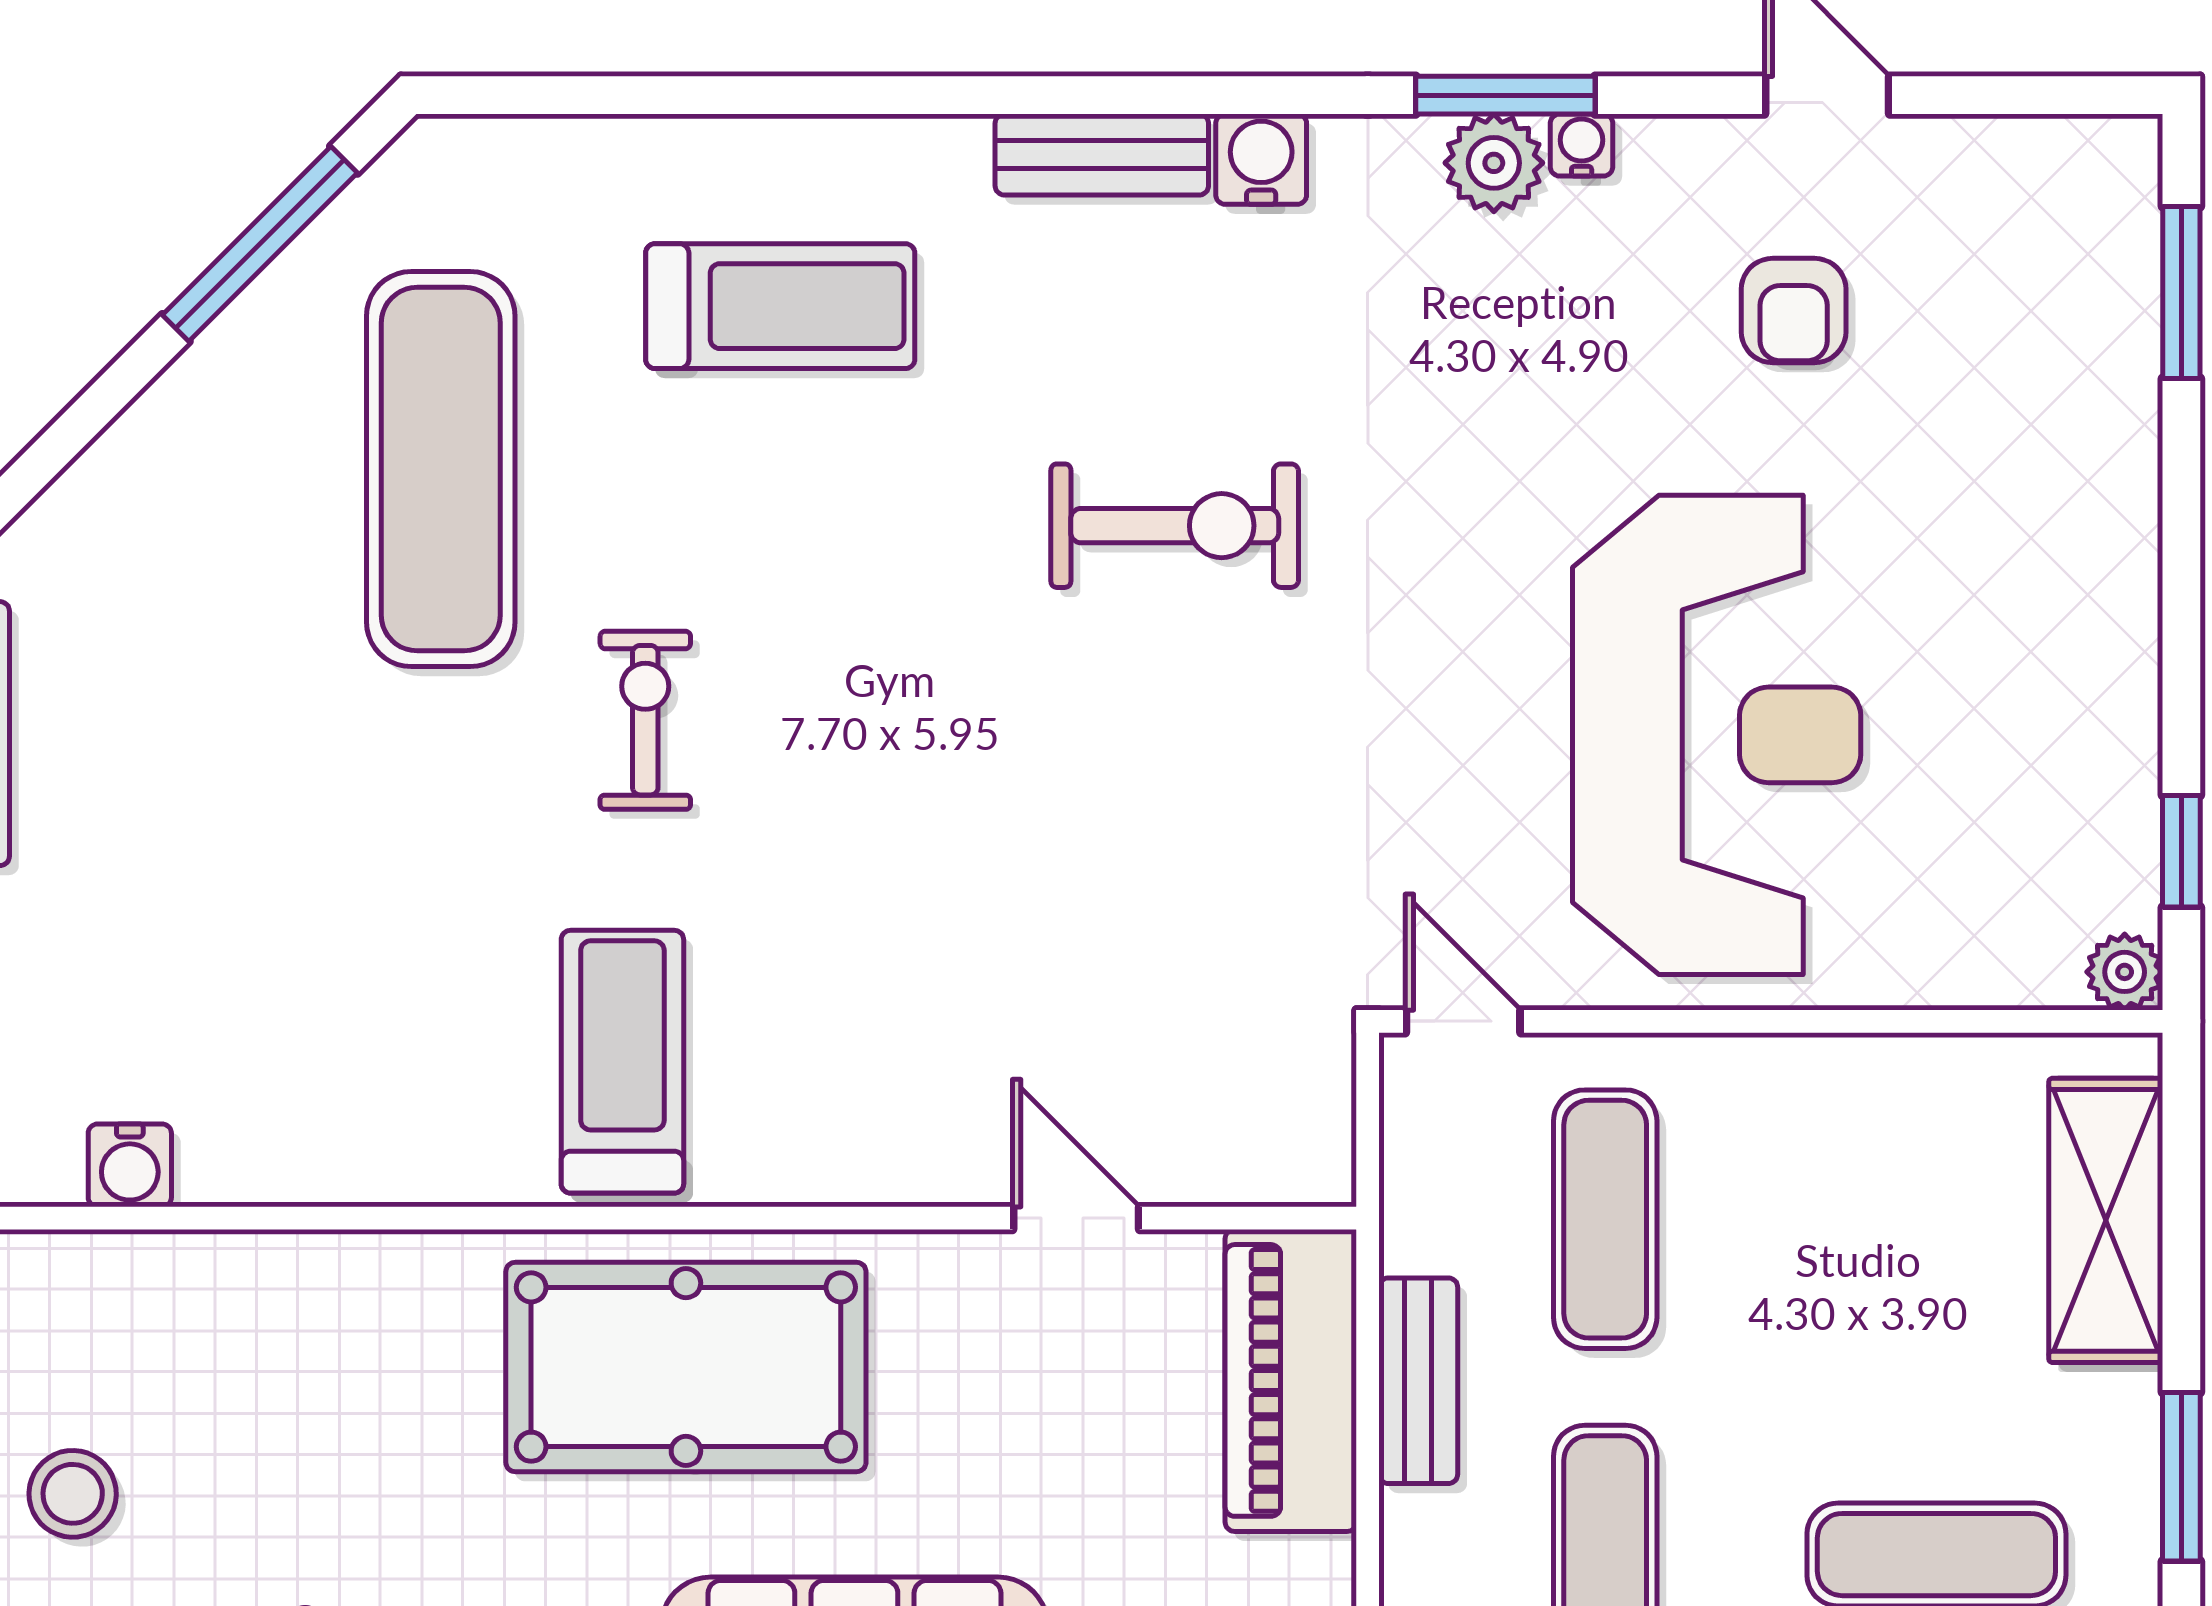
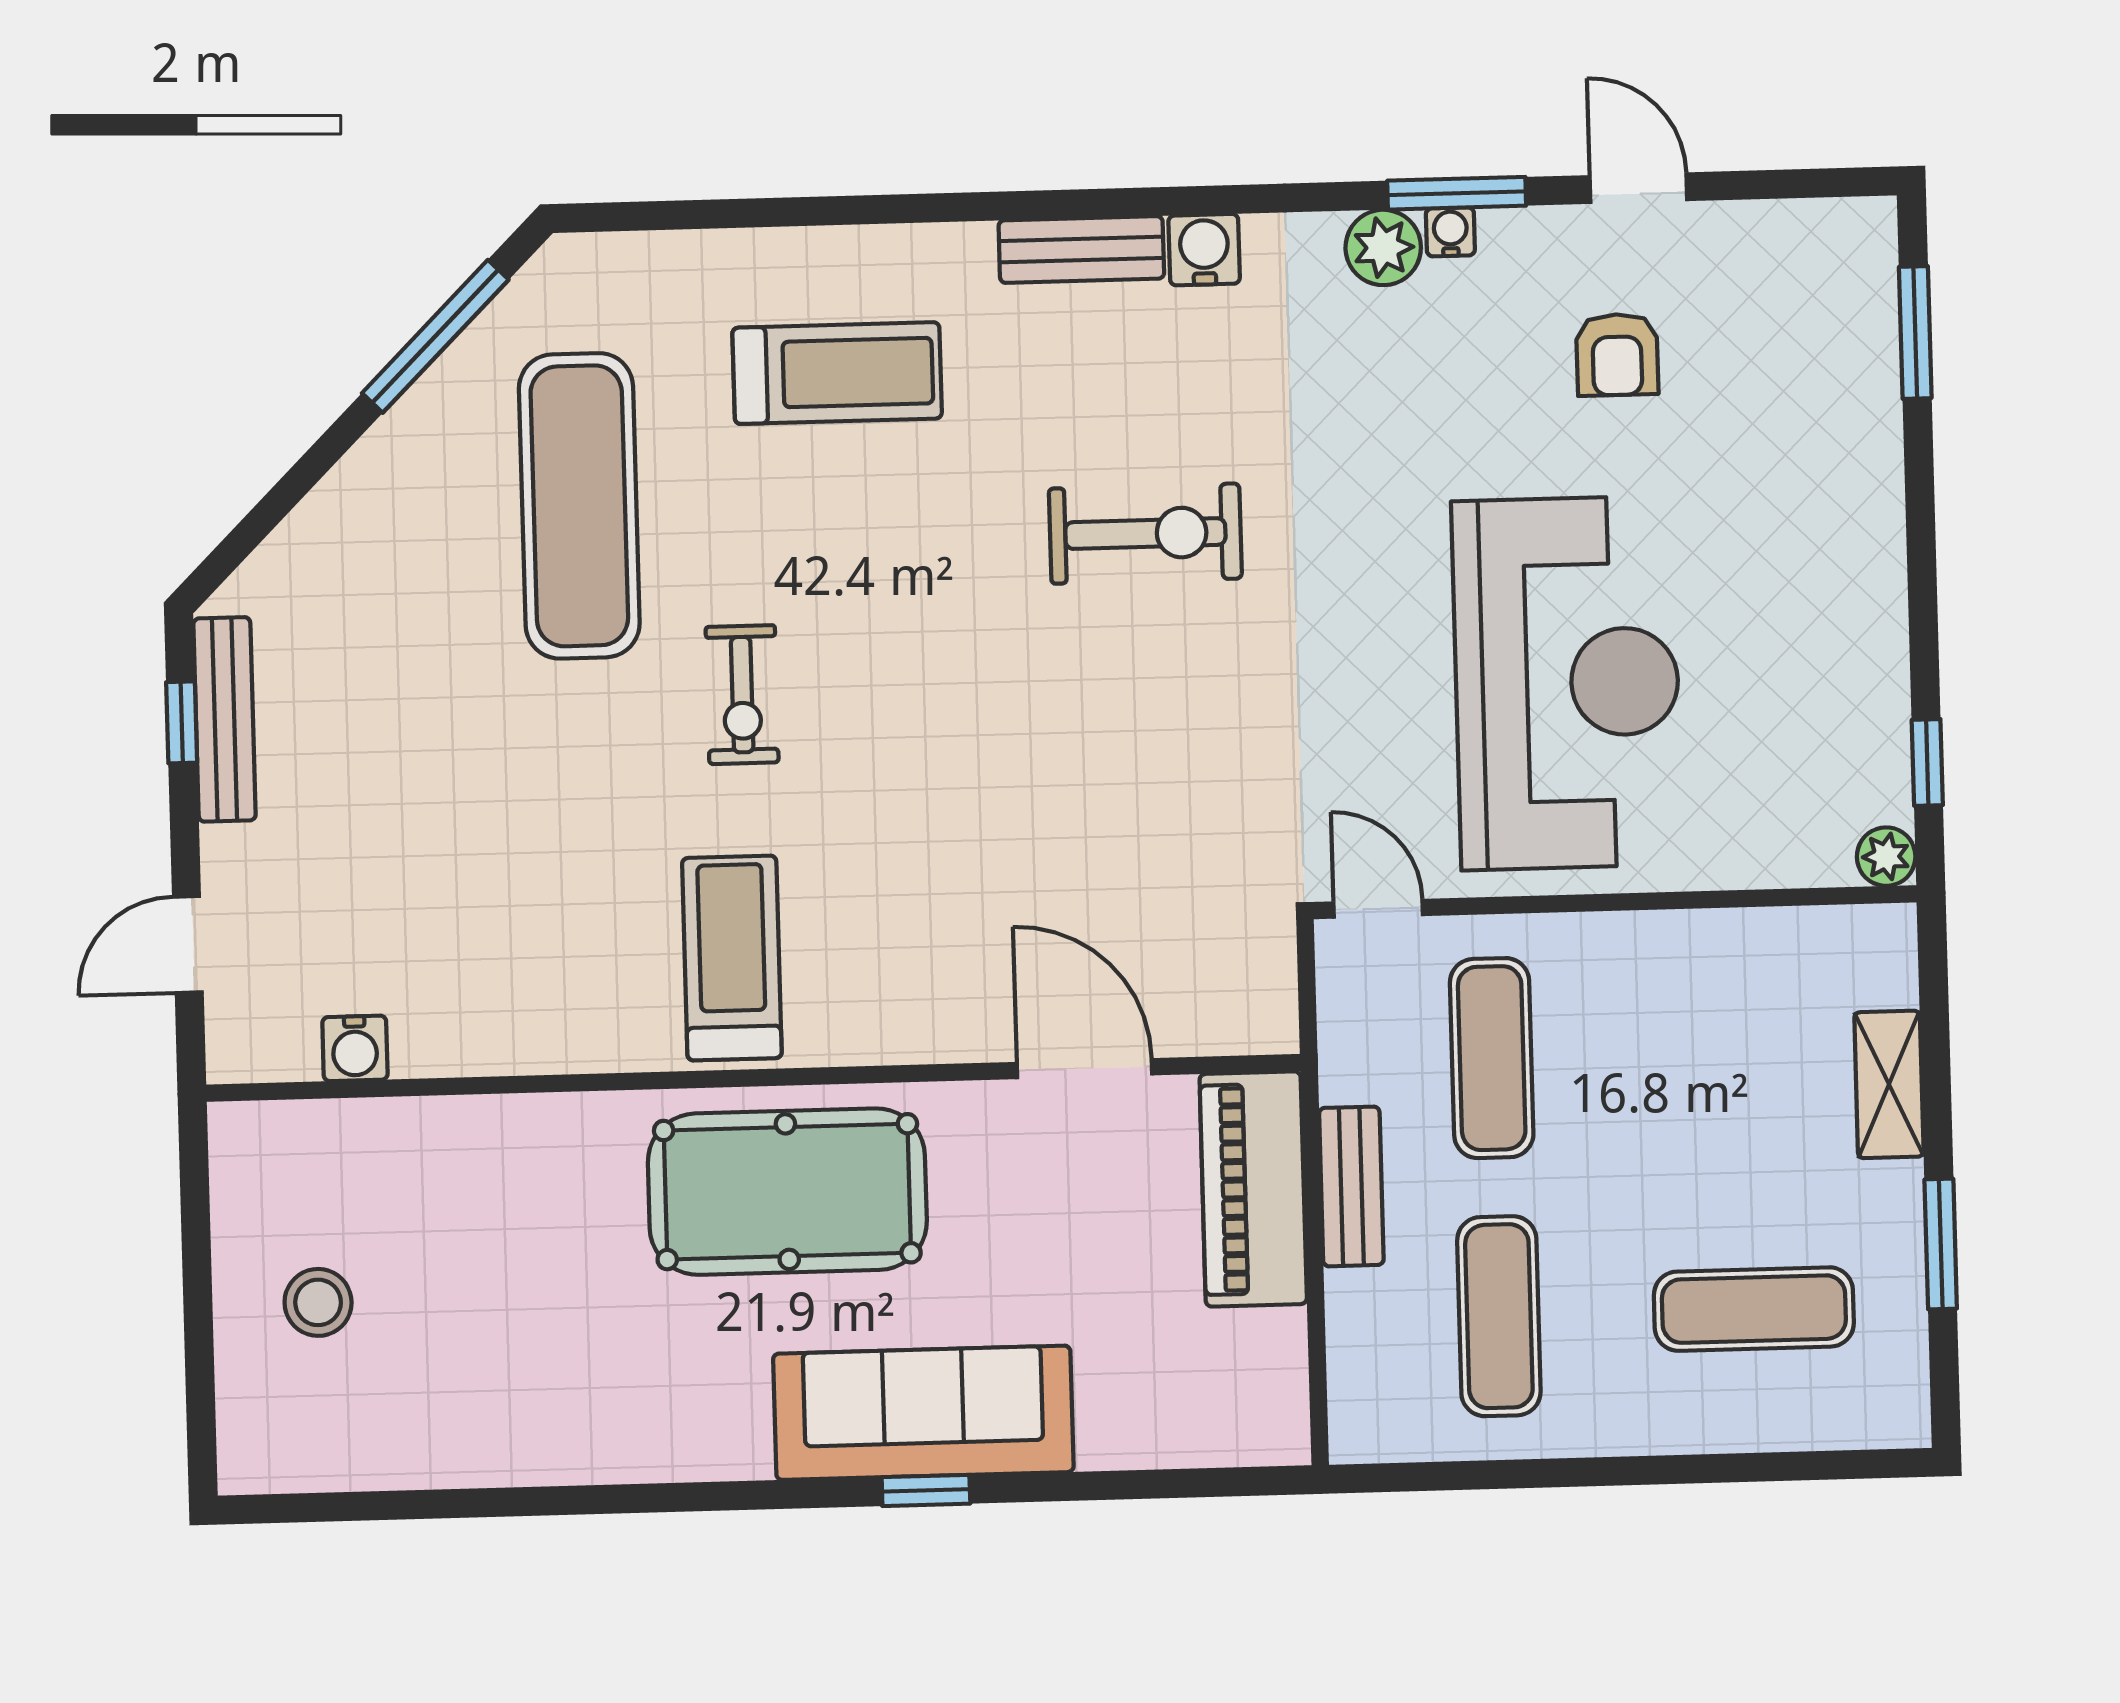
window: (1505, 95) -> (1457, 193), moved
exercise bike: (645, 720) -> (742, 695), turned 180
door: (1076, 1218) -> (1084, 1069), width x1.38
shelving: (2106, 1220) -> (1889, 1084), width x0.67, depth x0.75

